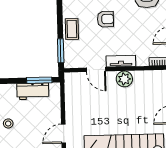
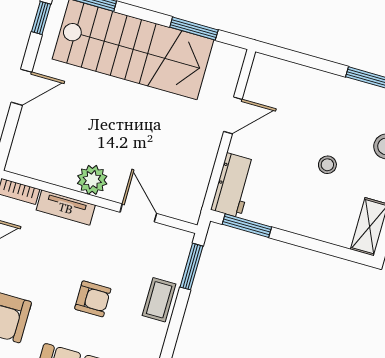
armchair: (105, 19) -> (93, 299), turned 180
tv unit: (121, 61) -> (66, 208), moved
workbench: (33, 91) -> (233, 185), moved, turned 90

